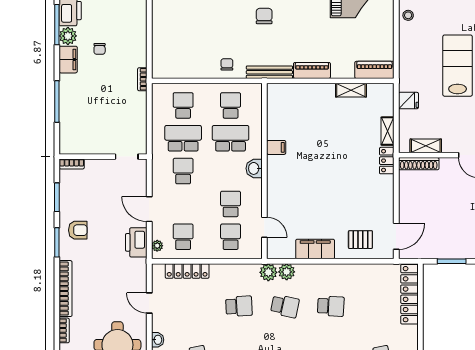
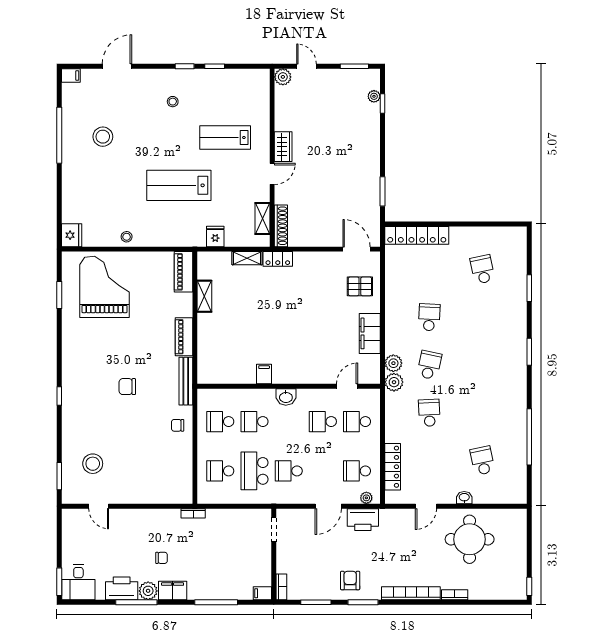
school desk: (231, 138) -> (255, 422), width x0.54
filing cabinet: (66, 146) -> (262, 593), added
pallet: (360, 240) -> (360, 286), turned 90

